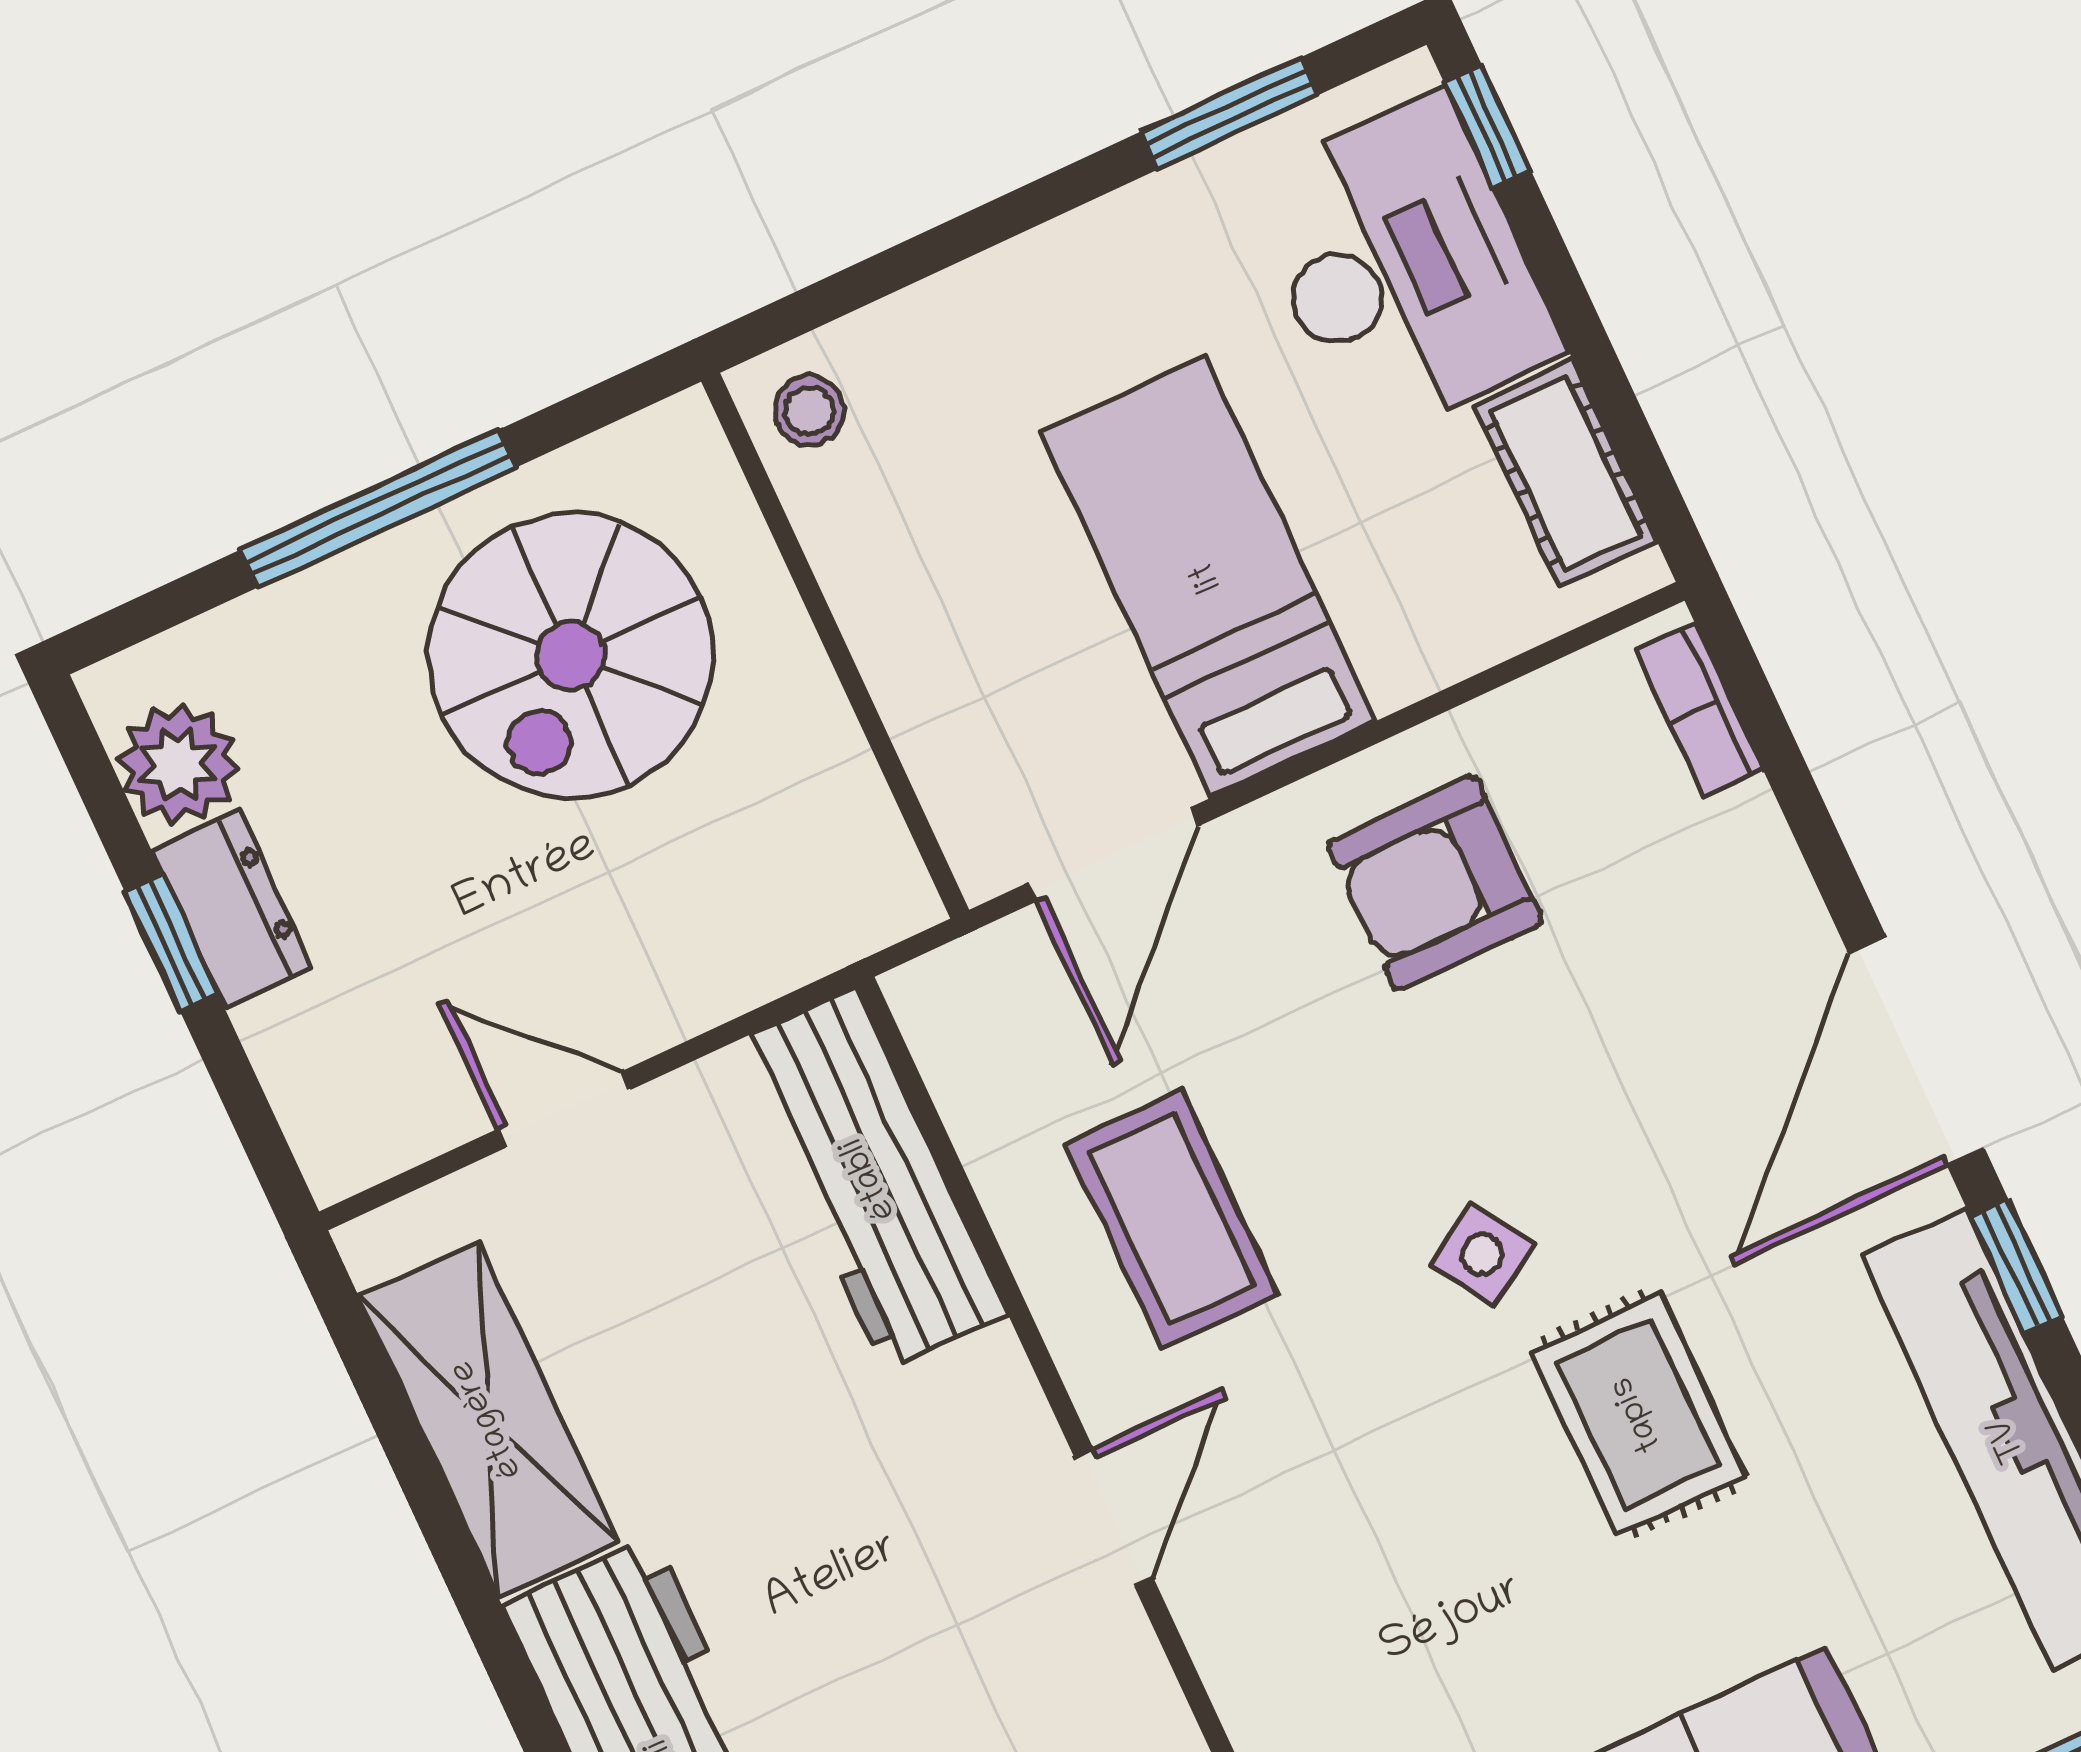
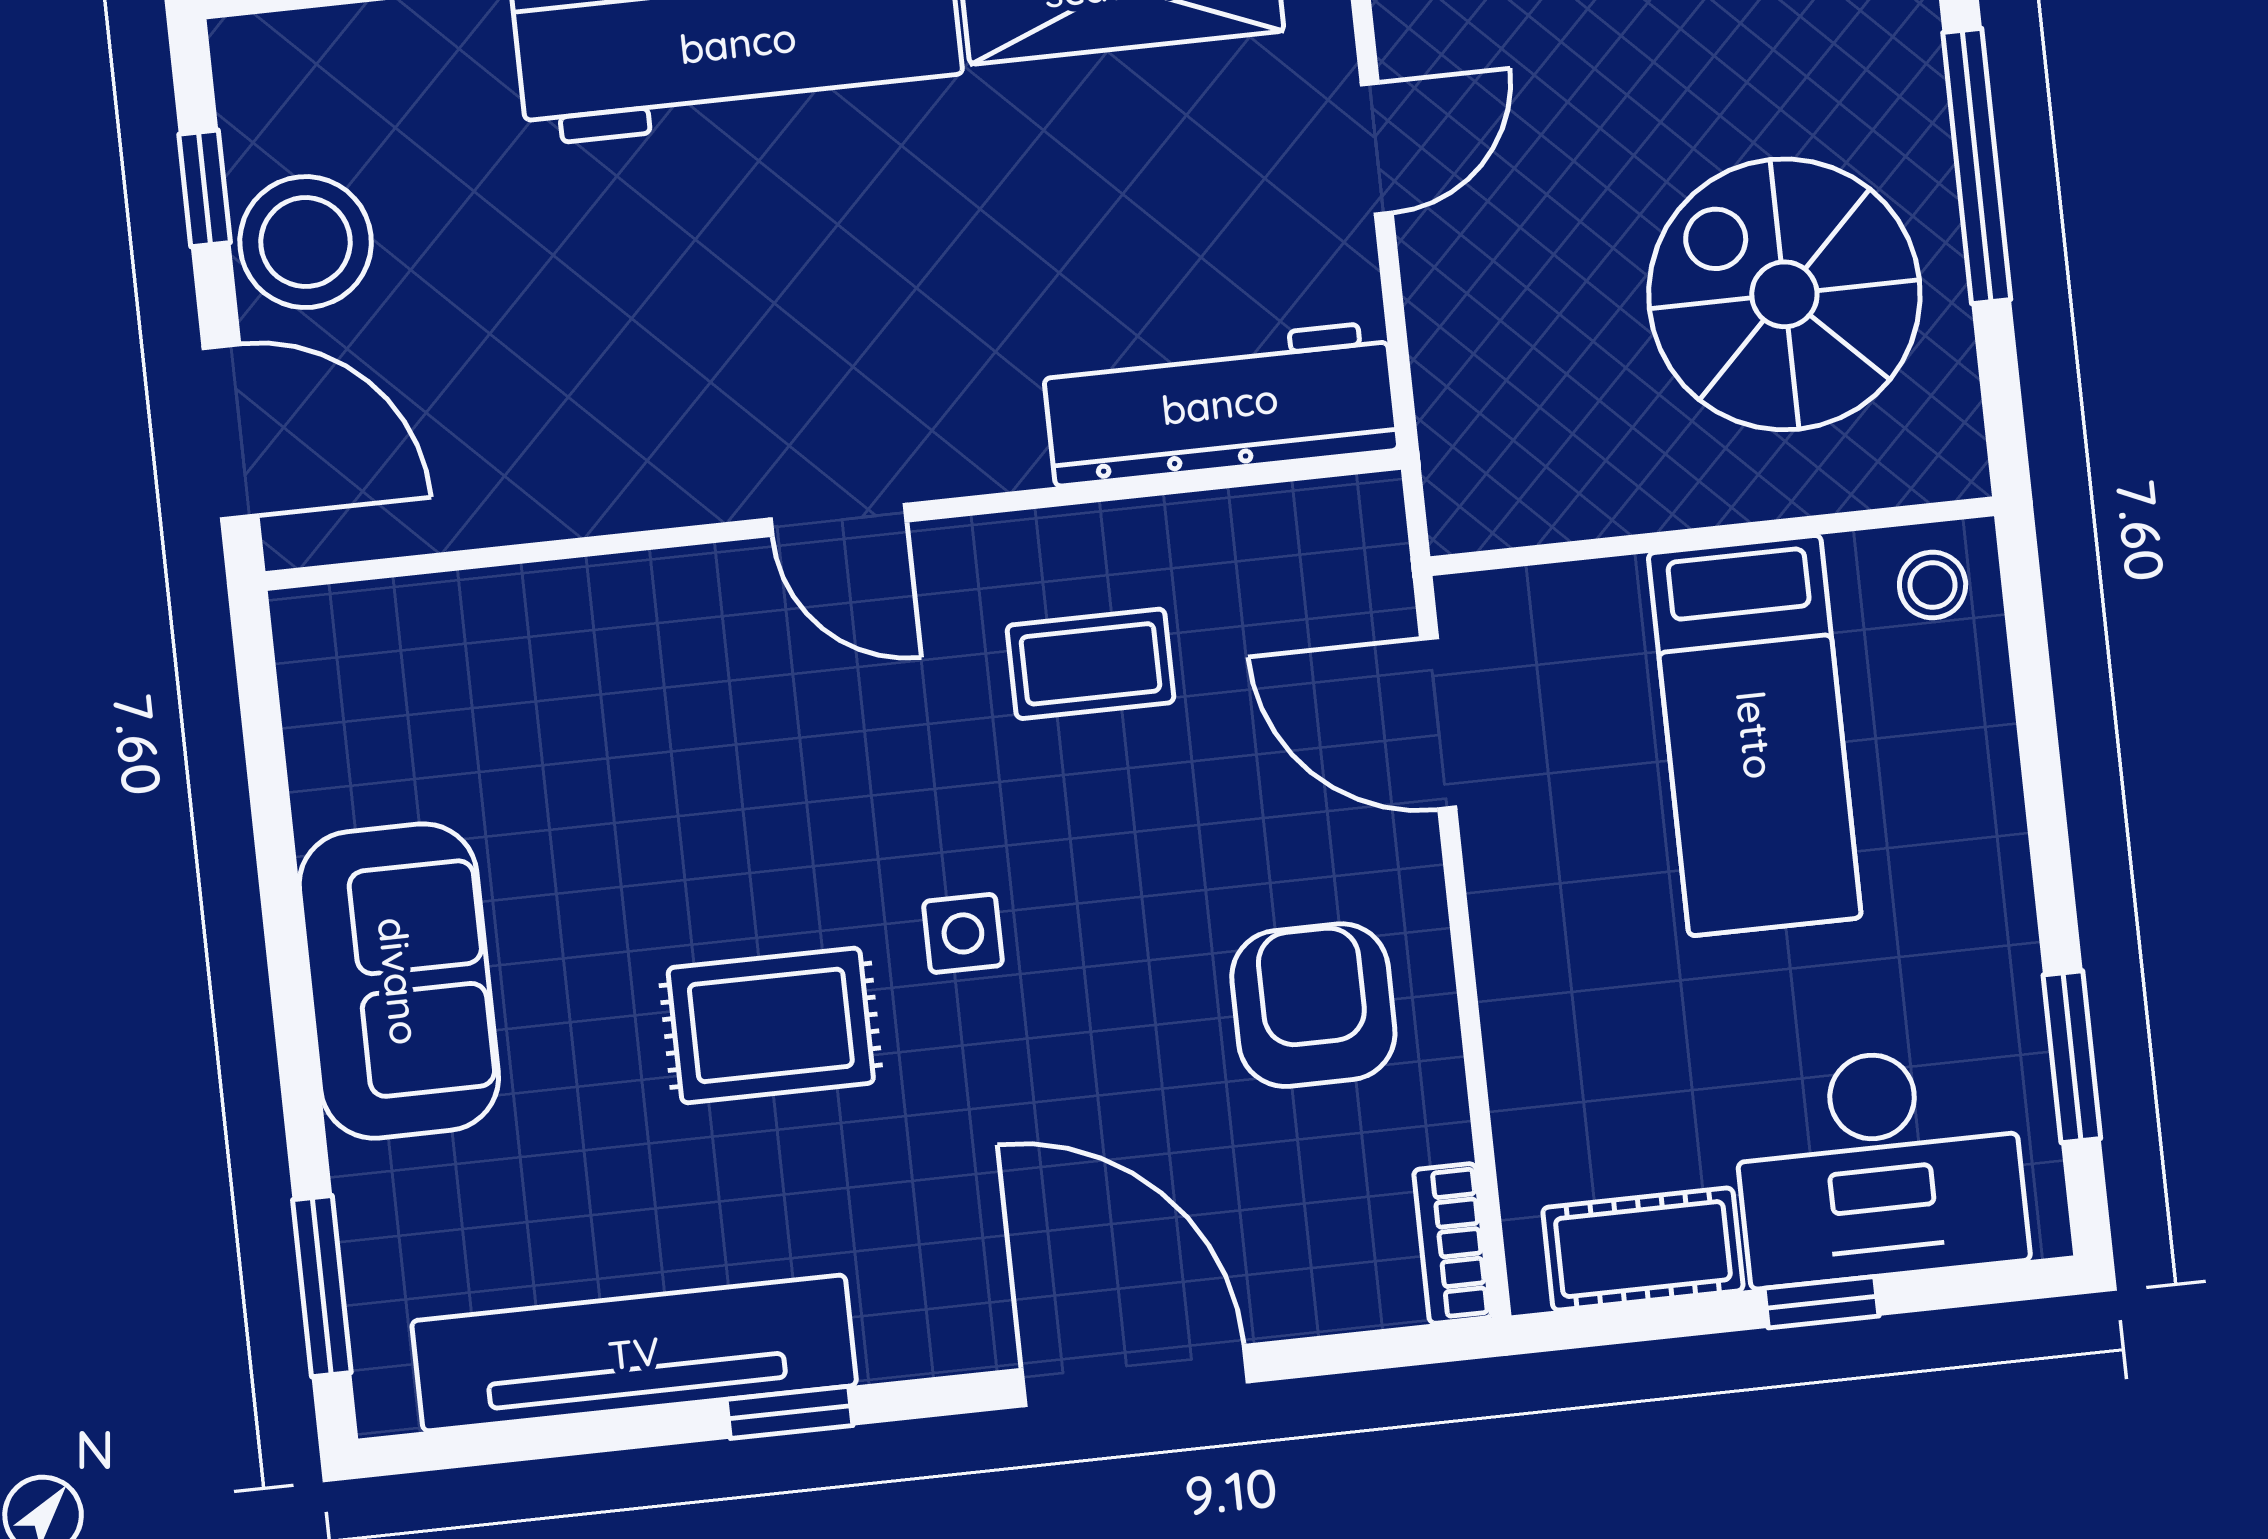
window: (1488, 127) -> (1821, 1302), moved
bed: (1208, 576) -> (1755, 735), moved, turned 90
bookcase: (1699, 710) -> (1452, 1244), moved, turned -90
door: (1917, 1051) -> (1135, 1376), moved
coffee table: (1172, 1219) -> (1091, 664), width x0.73, depth x0.77
side table: (1482, 1255) -> (963, 933), turned 32

